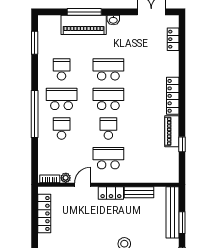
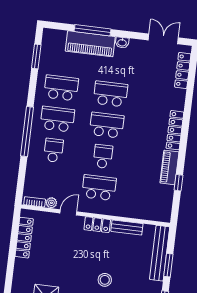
locker: (173, 39) -> (183, 71), width x1.53
school desk: (62, 69) -> (61, 88), width x1.85

